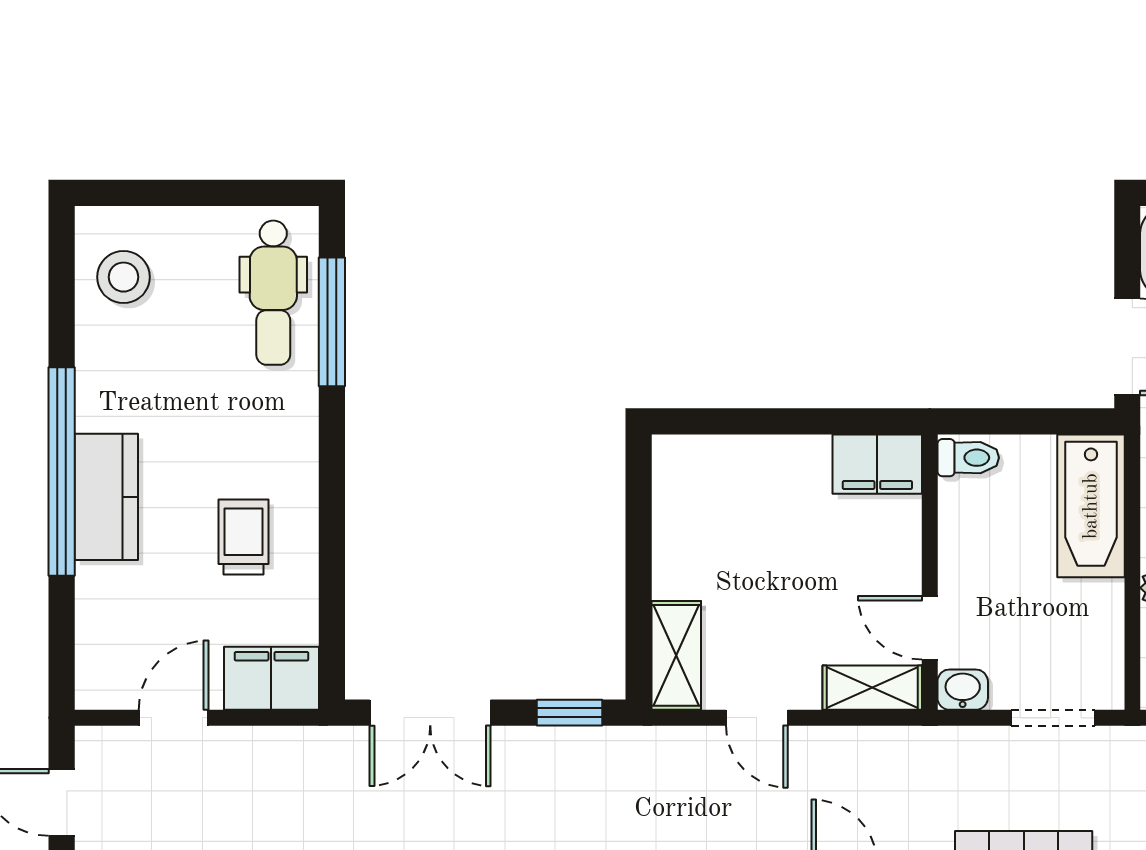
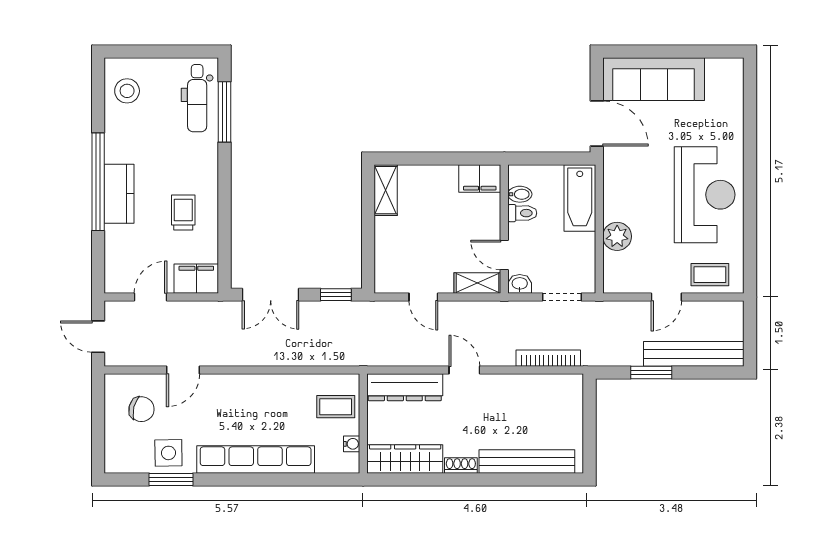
toilet: (968, 458) -> (522, 213), moved
bidet: (963, 498) -> (520, 194), added
shelving: (676, 655) -> (386, 190), moved

